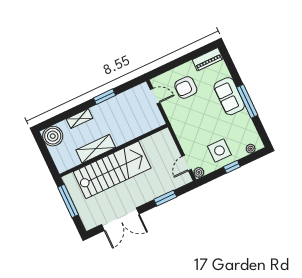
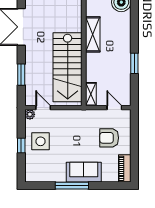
armchair: (186, 87) -> (109, 138), turned -90
door: (155, 96) -> (114, 108), swing flipped
shelving: (80, 119) -> (91, 94), moved
plant: (251, 149) -> (29, 169), removed
stairs: (112, 170) -> (68, 67), moved

